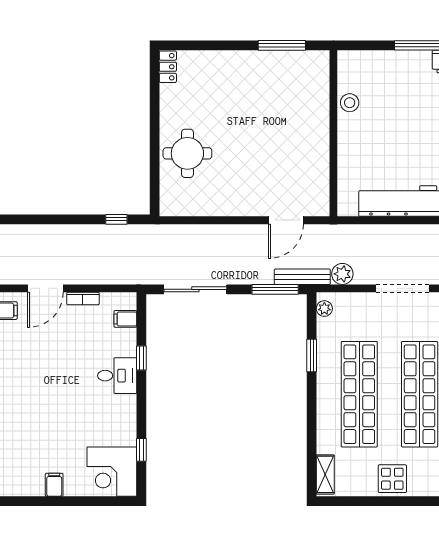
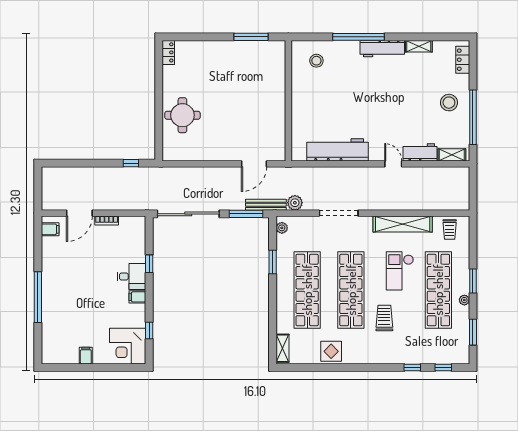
stool: (350, 103) -> (316, 61), moved
sliding door: (195, 289) -> (188, 214), width x1.36
filing cabinet: (125, 319) -> (137, 297), moved

